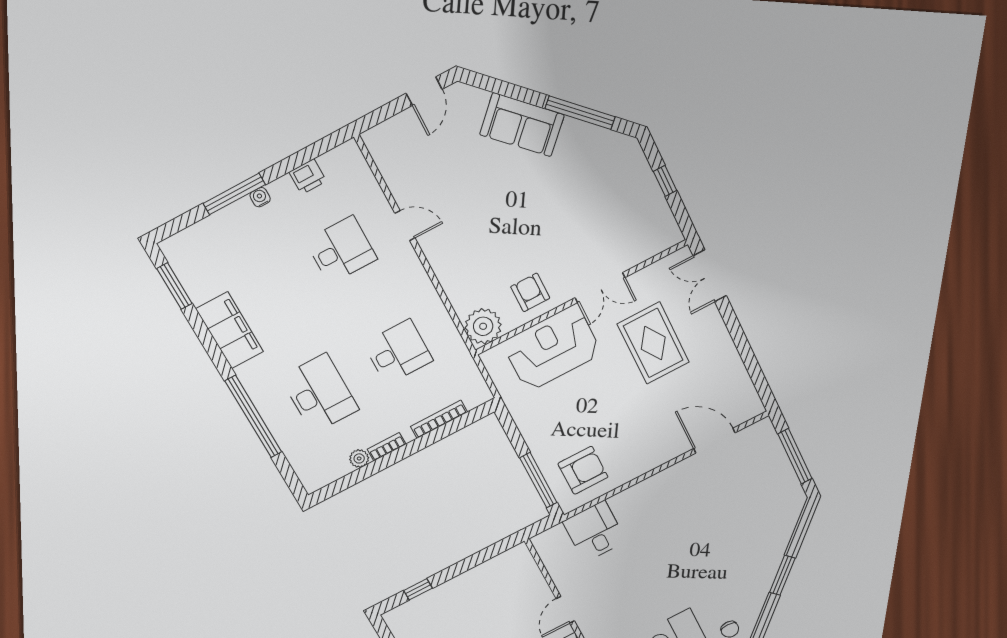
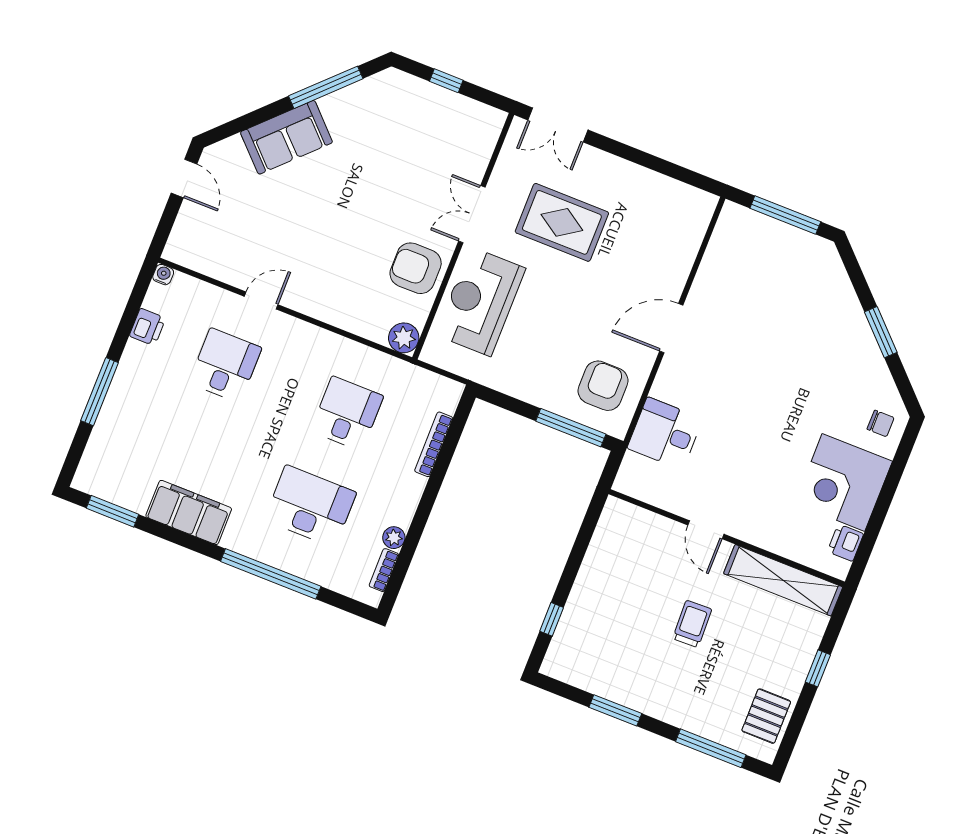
water cooler: (260, 197) -> (163, 275), moved, turned 90
double door: (600, 288) -> (472, 214), swing flipped
armchair: (530, 292) -> (416, 268), width x1.38, depth x1.38
plant: (483, 326) -> (404, 338), width x0.73, depth x0.73
door: (714, 441) -> (671, 328), moved
bookcase: (387, 447) -> (384, 570), moved

